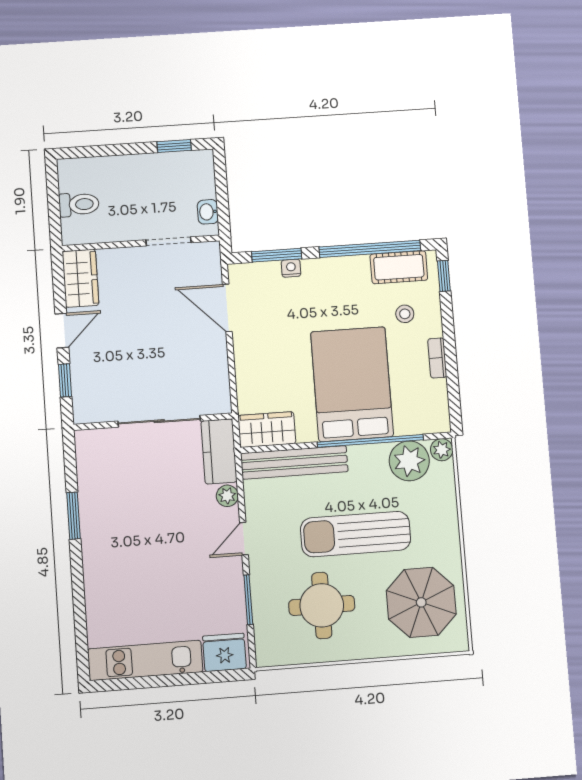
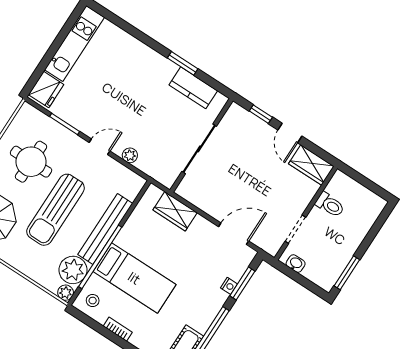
window: (174, 146) -> (347, 273), width x1.50
toilet: (79, 204) -> (330, 205), moved, turned -90
stool: (405, 314) -> (93, 301), moved
bed: (352, 384) -> (134, 278), width x0.67
wardrobe: (267, 430) -> (175, 211), moved, turned 90
kitchen counter: (219, 451) -> (193, 88), moved, turned 180
bench: (294, 462) -> (105, 229), moved
sun lounger: (356, 534) -> (56, 210), turned 180
door: (244, 539) -> (100, 147), hinge flipped

